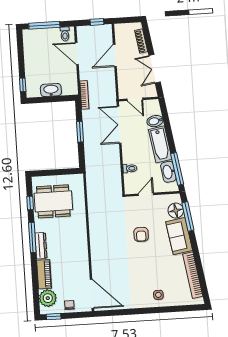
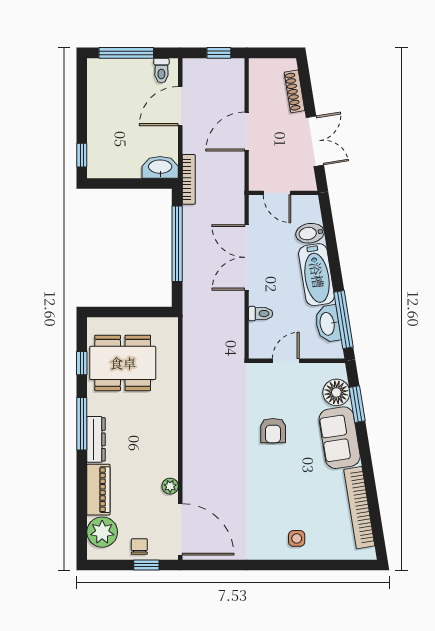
door: (77, 53) -> (180, 106), hinge flipped
door: (115, 56) -> (247, 131), moved
double door: (155, 69) -> (315, 141), swing flipped
washbasin: (51, 90) -> (160, 167), moved
double door: (119, 125) -> (247, 257), moved
window: (80, 132) -> (177, 244), width x2.11
window: (188, 216) -> (357, 404), width x0.69
plant: (85, 270) -> (170, 486), added
window: (54, 317) -> (146, 565), moved

